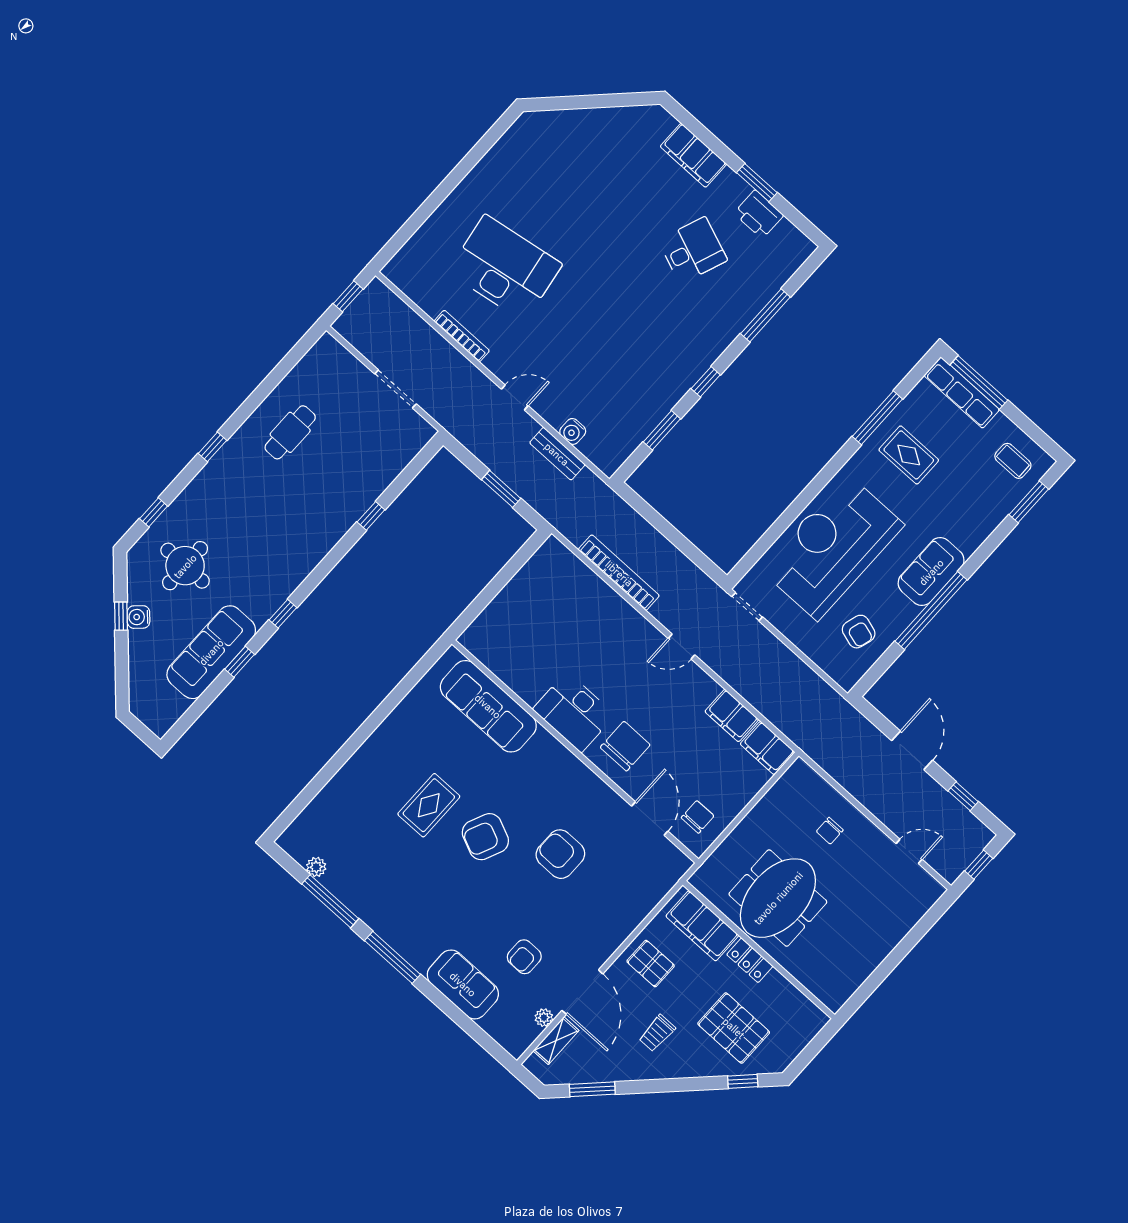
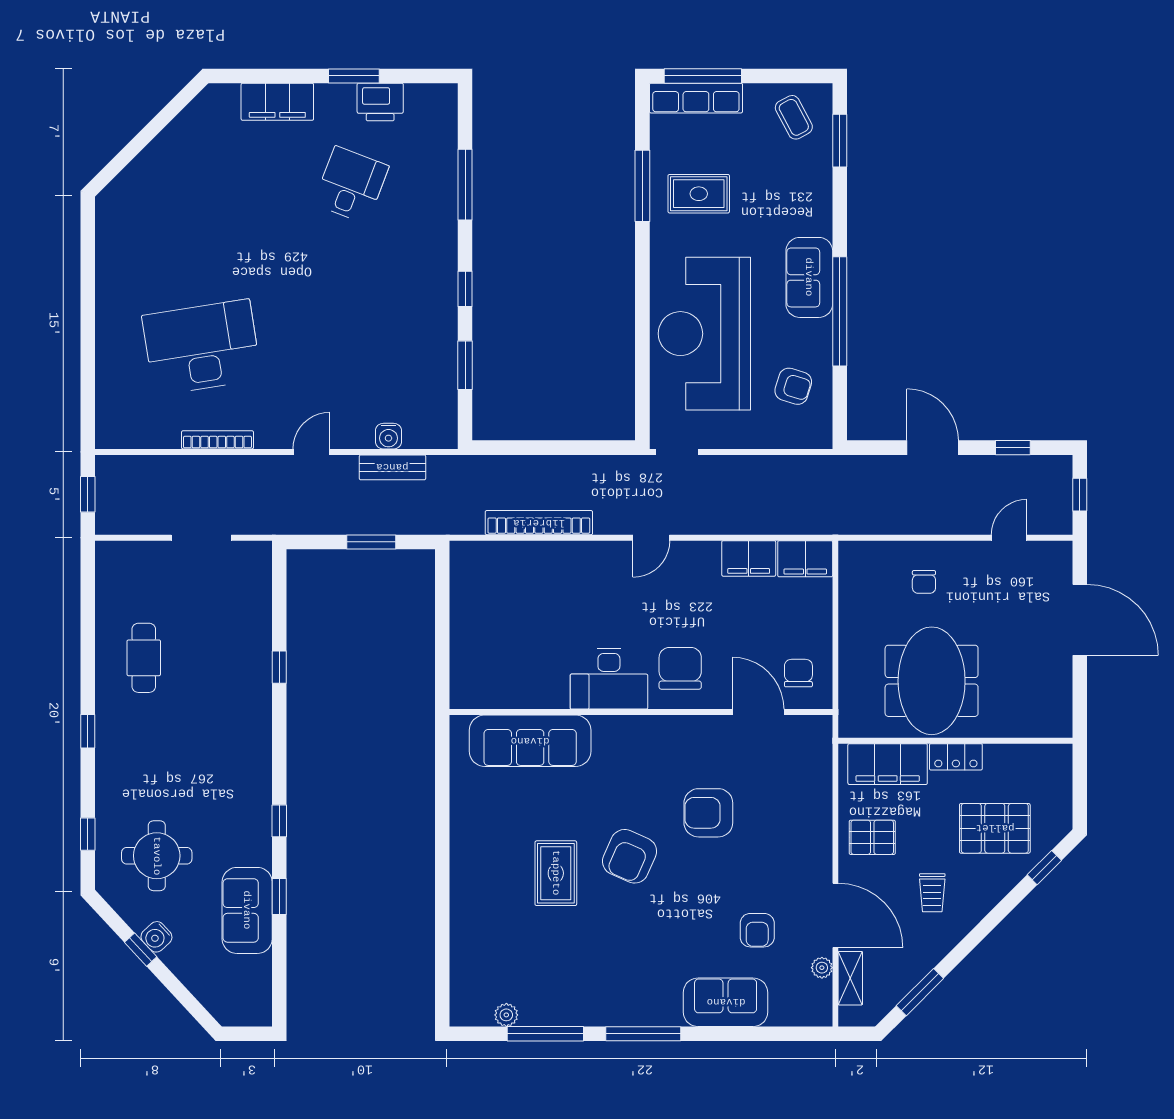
coffee table: (1013, 461) -> (794, 117), turned 62
sofa: (211, 652) -> (247, 910), width x0.73
door: (907, 944) -> (1080, 620), added

